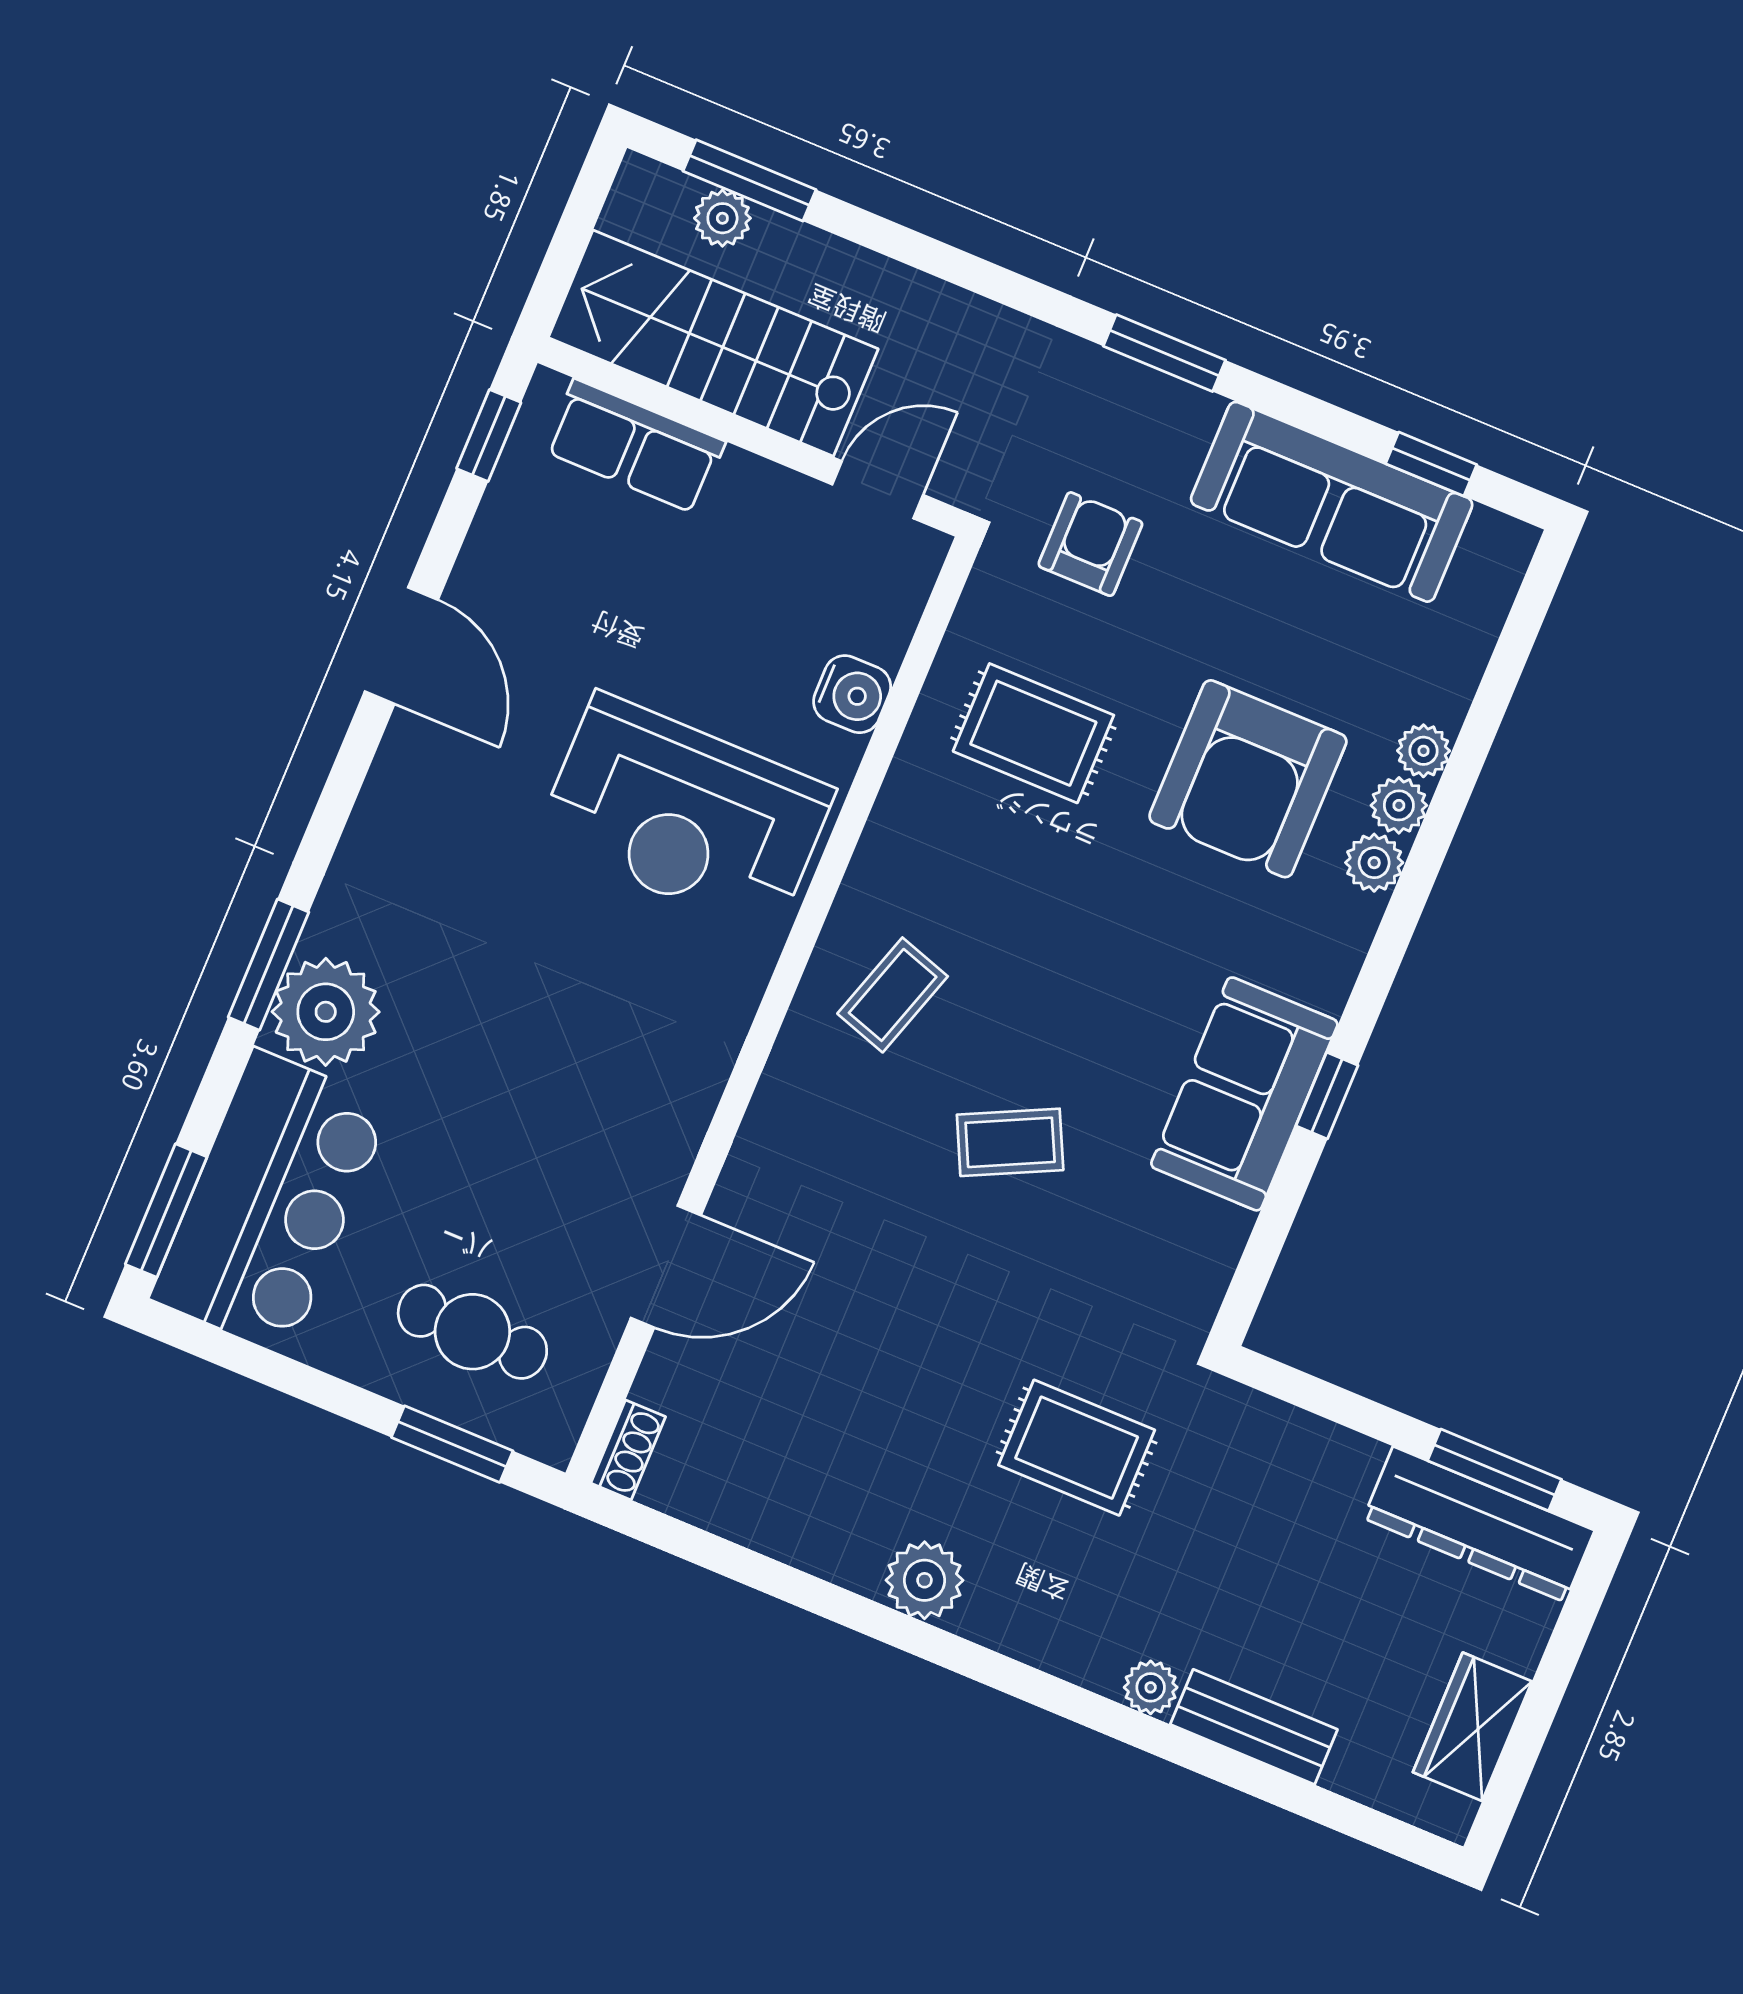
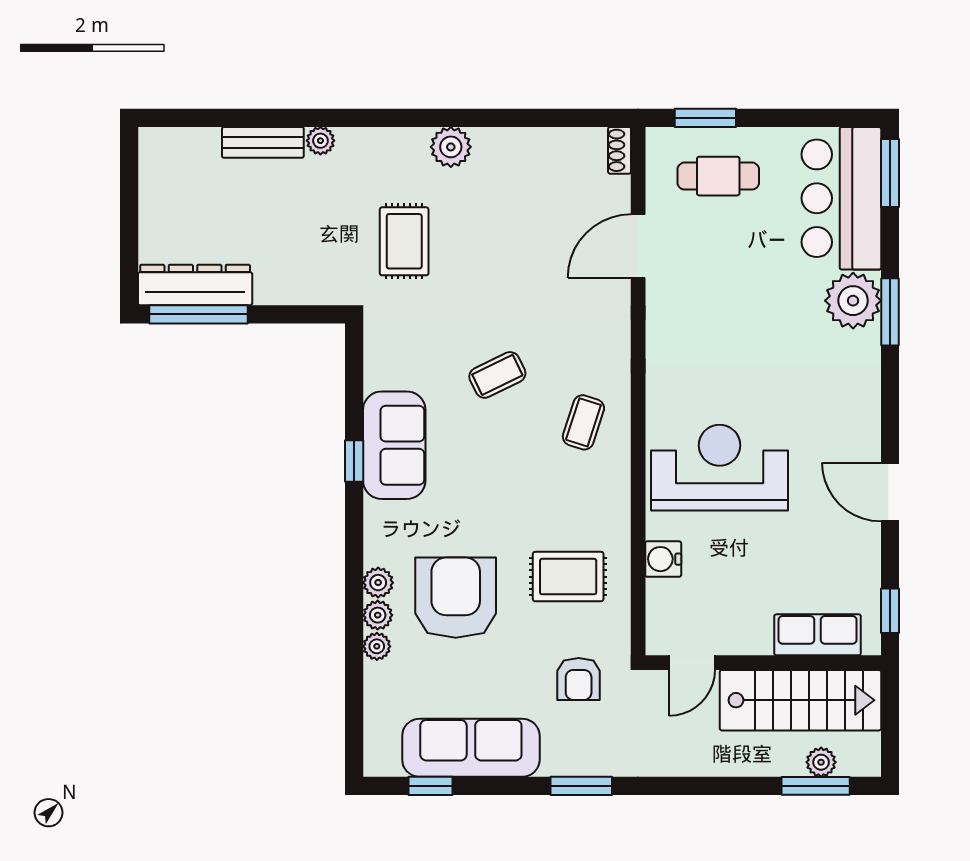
rug: (1077, 1448) -> (404, 241), turned 90
window: (1495, 1470) -> (198, 314), width x1.44
wardrobe: (1472, 1727) -> (158, 186), removed

